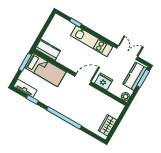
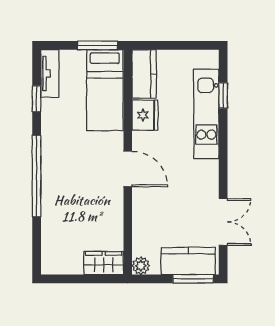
kitchen unit: (92, 41) -> (206, 114), moved
fridge: (104, 82) -> (145, 115), moved
wardrobe: (107, 125) -> (104, 263), moved

